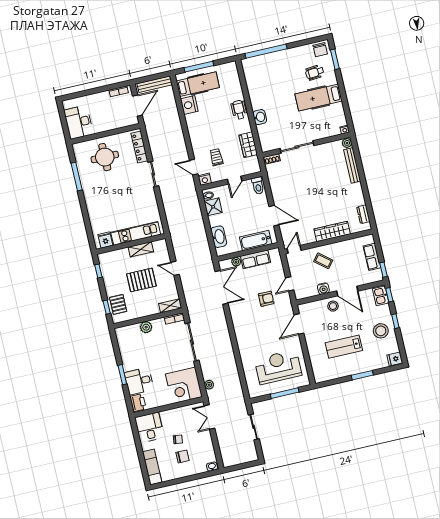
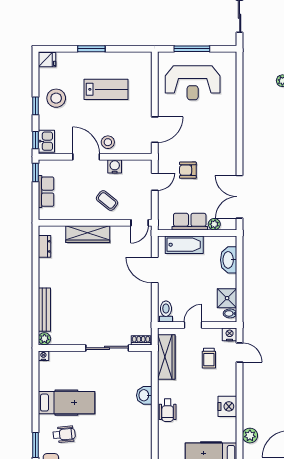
plant: (171, 105) -> (250, 436), added
nightstand: (189, 105) -> (227, 406), moved
wardrobe: (248, 145) -> (166, 357), width x1.50

